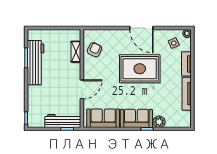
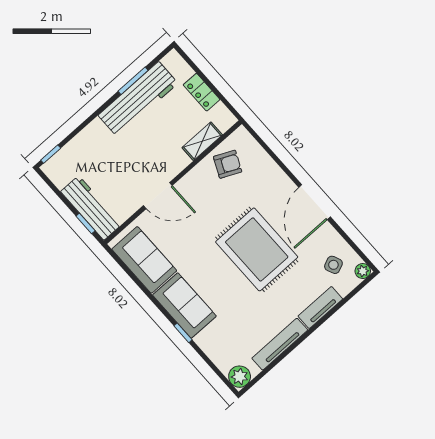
locker: (56, 34) -> (201, 92), added
plant: (159, 122) -> (240, 377), moved

